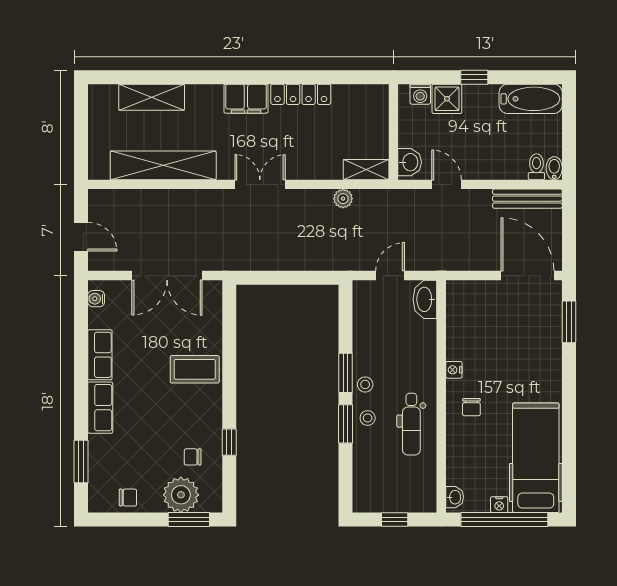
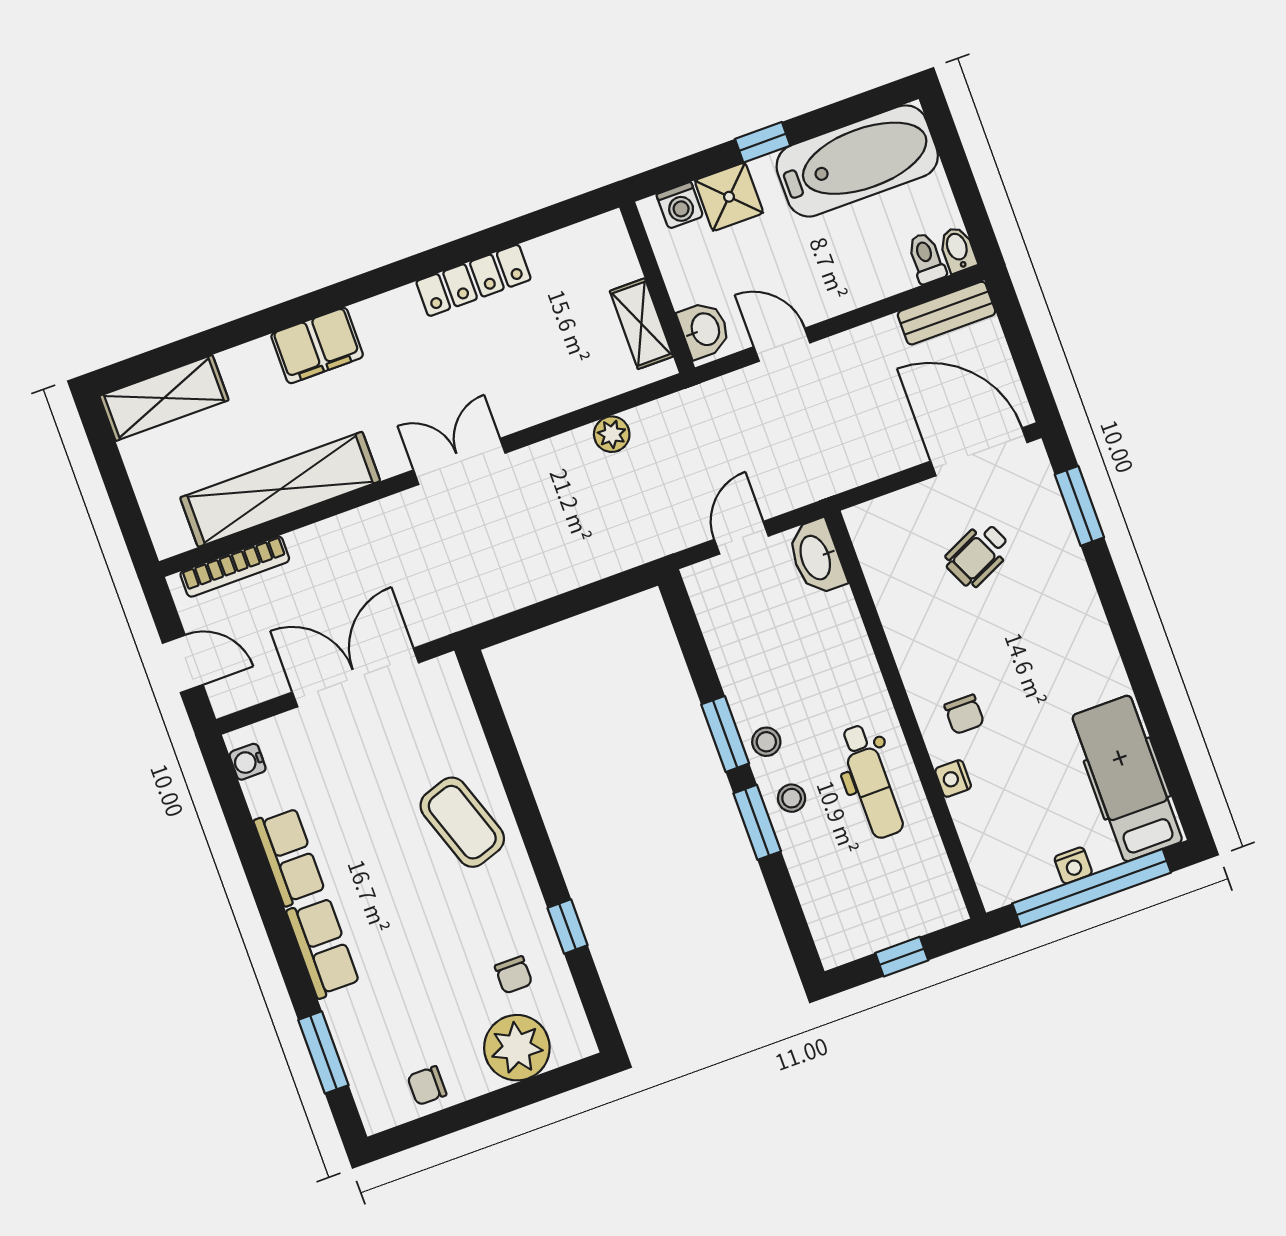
shelving: (152, 97) -> (164, 398), moved
filing cabinet: (246, 99) -> (317, 345), moved
bathtub: (531, 99) -> (857, 161), width x1.36, depth x1.36
shelving: (366, 170) -> (641, 324), moved, turned 90
bookcase: (126, 196) -> (235, 566), added
bench: (527, 199) -> (947, 313), width x0.73
double door: (167, 276) -> (356, 677), swing flipped
wheelchair: (508, 328) -> (978, 555), added
coffee table: (195, 369) -> (462, 822), turned 71
nightstand: (454, 370) -> (953, 778), moved
chair: (193, 457) -> (514, 975), turned -90
hospital bed: (536, 458) -> (1127, 779), width x0.73, depth x0.78
washbasin: (455, 497) -> (991, 881), removed
chair: (128, 498) -> (427, 1086), turned 180
window: (189, 519) -> (546, 1085), removed

